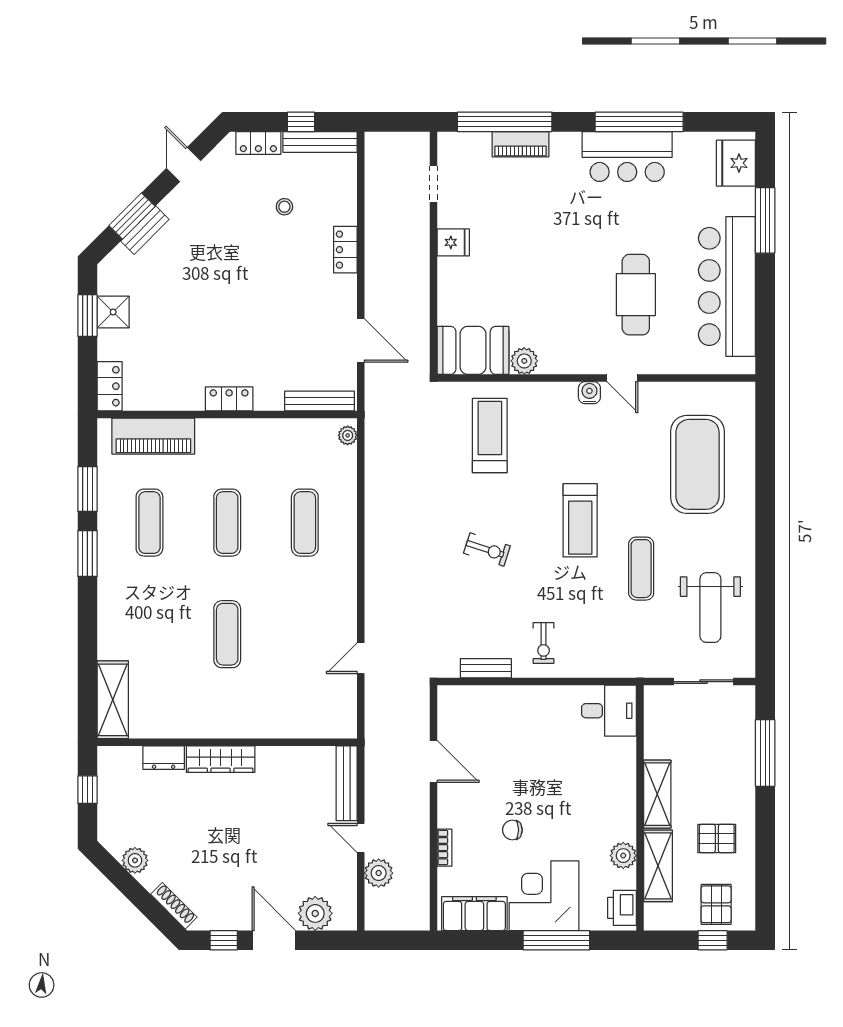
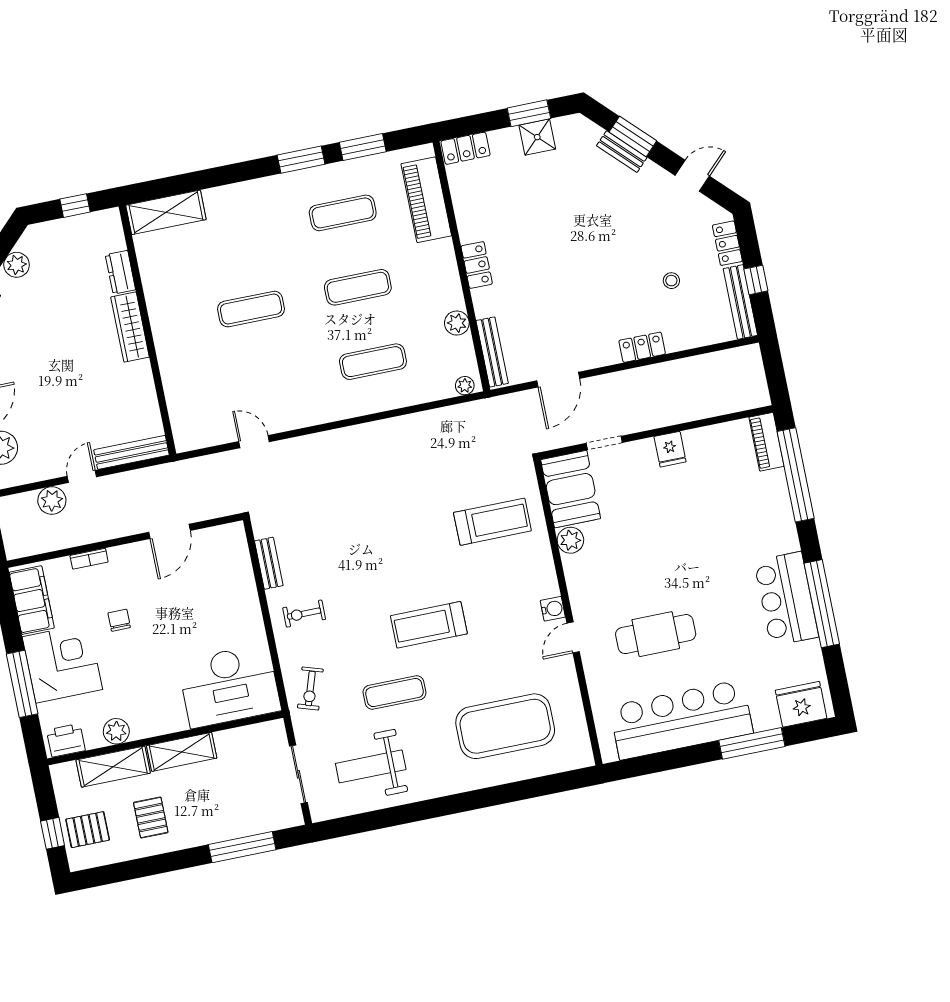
piano: (520, 144) -> (767, 442), moved
doorway: (434, 184) -> (604, 443), moved
plant: (283, 431) -> (457, 323), added
exercise bike: (487, 550) -> (310, 688), moved
desk: (609, 711) -> (229, 686), width x1.87, depth x1.30

